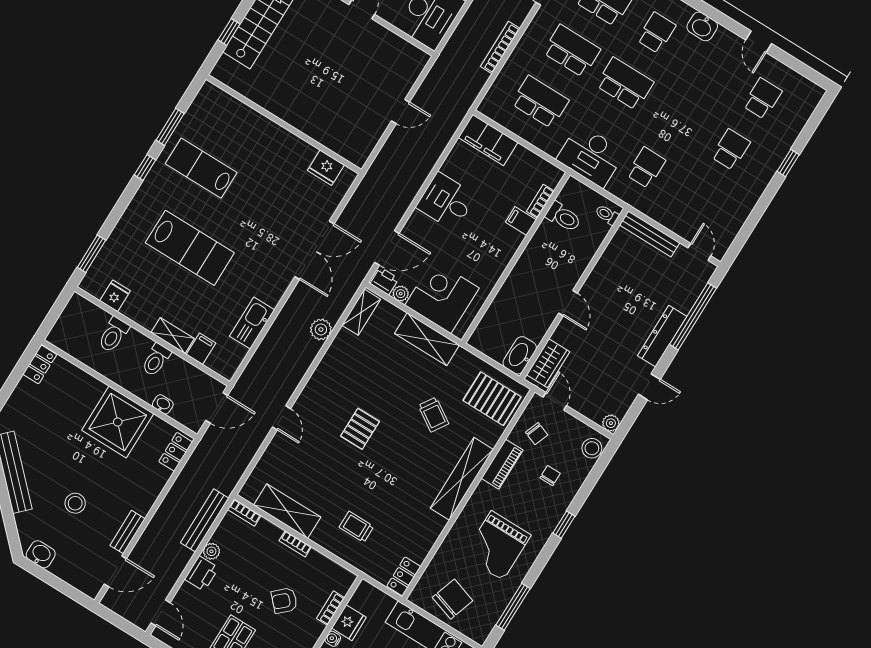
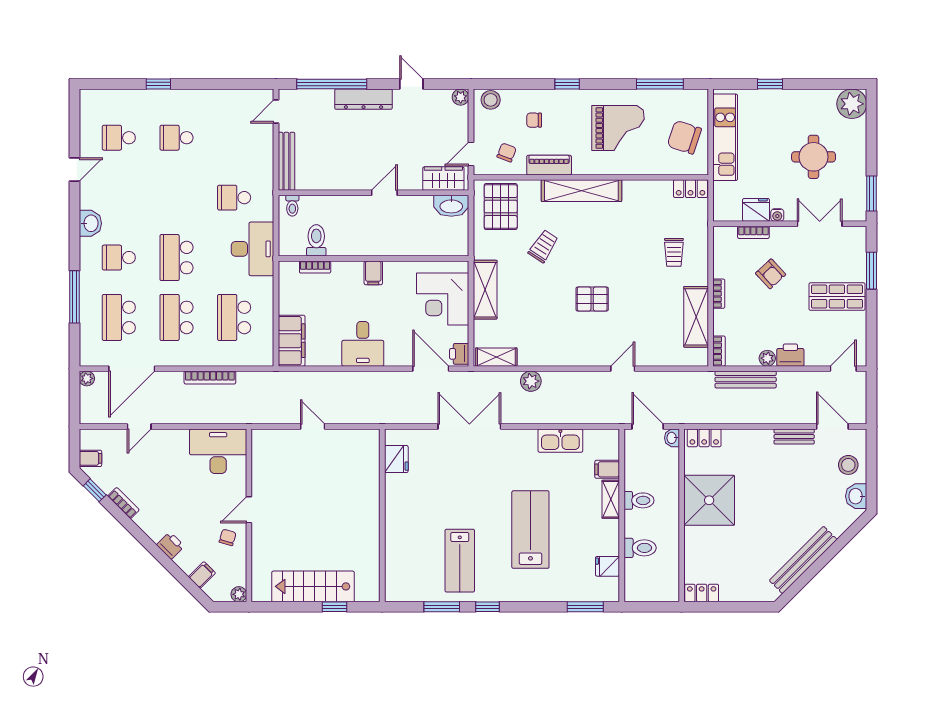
filing cabinet: (521, 221) -> (373, 273), moved
plant: (401, 294) -> (461, 334), removed
washbasin: (163, 404) -> (672, 438), moved
stool: (75, 503) -> (848, 465), moved

